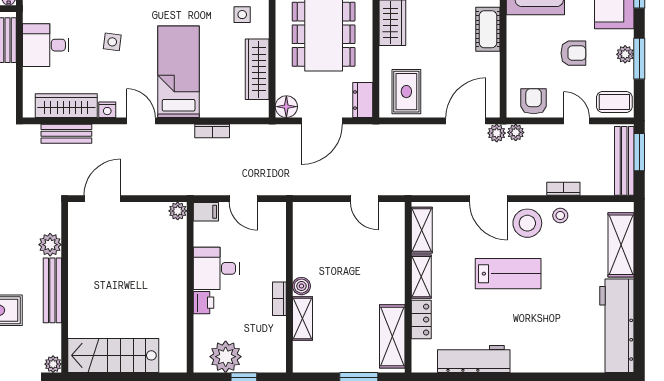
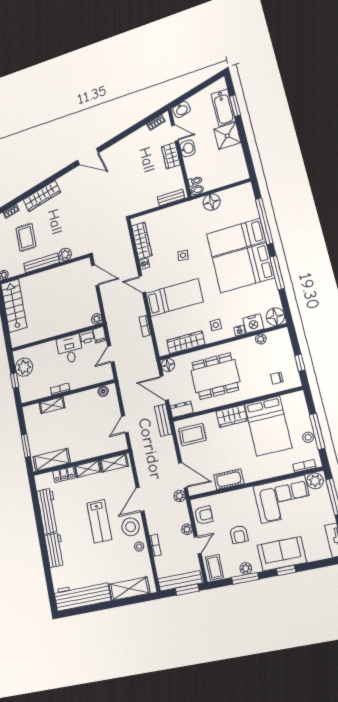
cot: (488, 29) -> (229, 479), moved
desk: (46, 45) -> (173, 219), removed
door: (141, 121) -> (142, 284), swing flipped
plant: (516, 132) -> (187, 529), moved
bench: (66, 134) -> (163, 420), moved
boiler: (301, 286) -> (103, 391), moved
printer: (203, 303) -> (87, 337), moved
workbench: (538, 359) -> (55, 550), added

